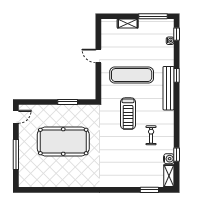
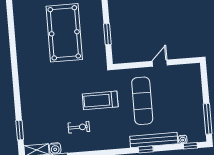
shelving: (128, 23) -> (198, 92), removed
bench: (168, 88) -> (154, 140), moved

